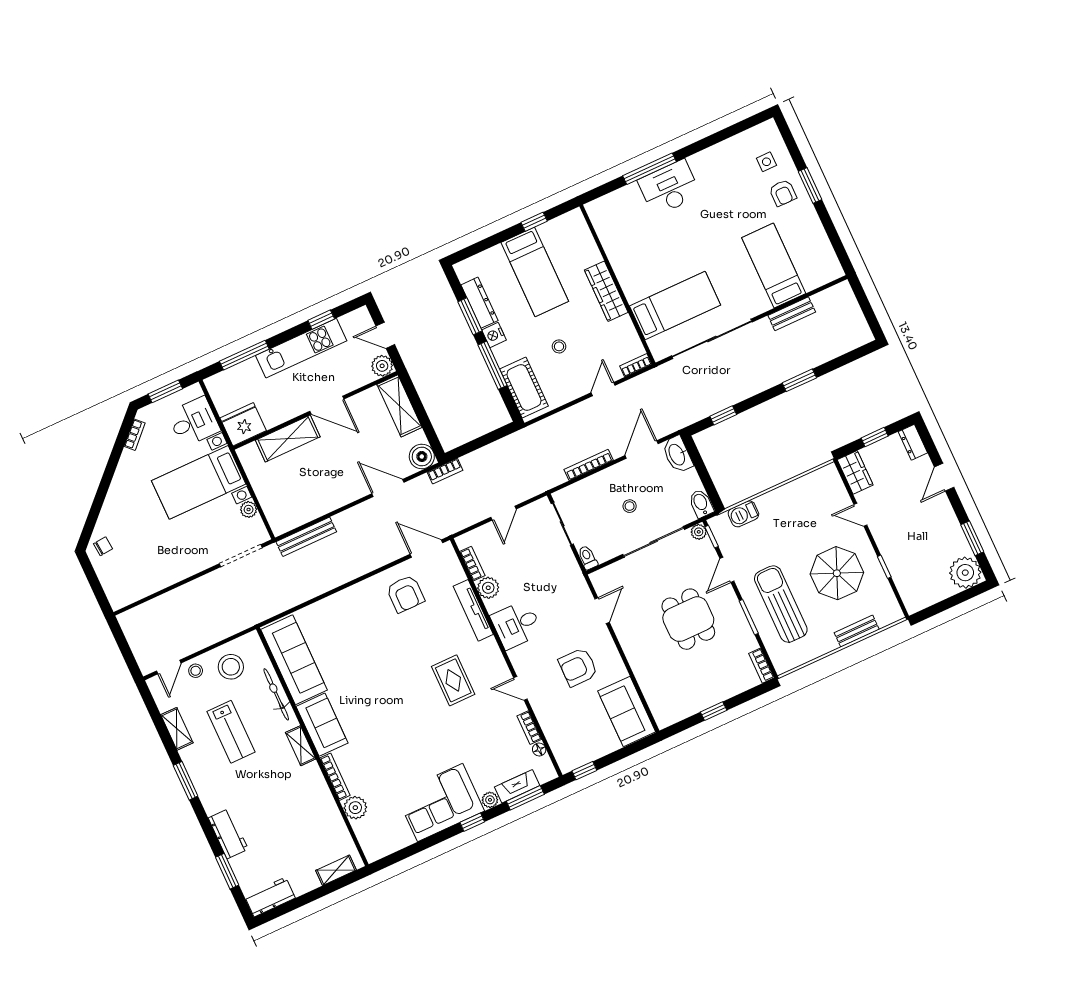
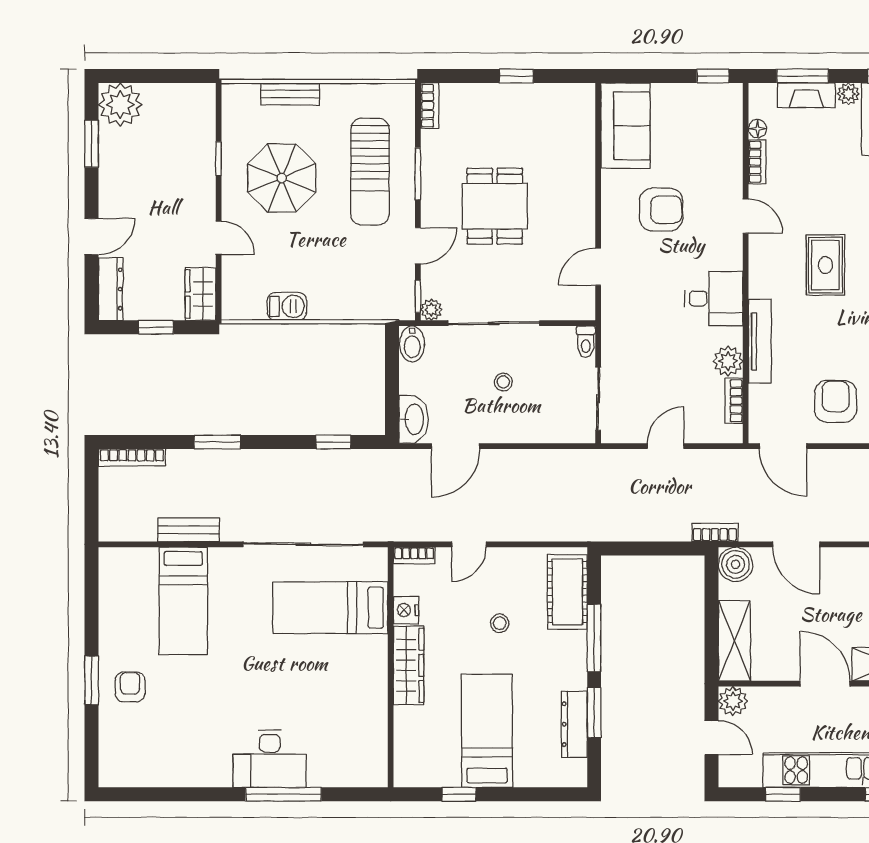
side table: (766, 162) -> (132, 735), removed
nightstand: (494, 335) -> (406, 610), moved, turned 180
dresser: (913, 442) -> (111, 289), width x1.44
bookcase: (589, 465) -> (132, 457), moved
barbecue: (743, 514) -> (287, 306), moved

